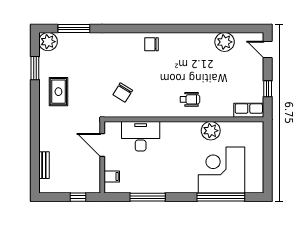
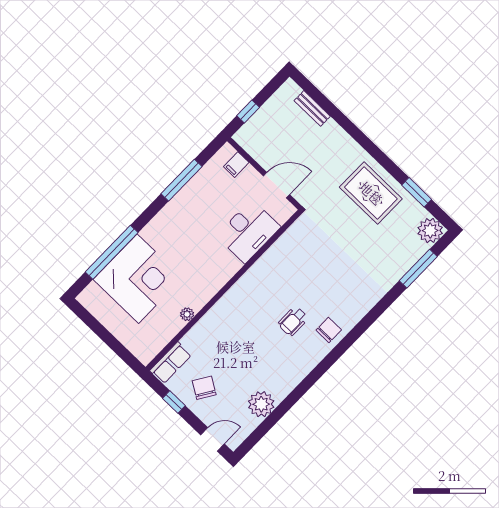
rug: (58, 92) -> (371, 193), width x1.36, depth x1.43
chair: (123, 93) -> (204, 388), moved
wheelchair: (190, 99) -> (293, 321), moved
plant: (211, 131) -> (187, 314), width x0.53, depth x0.53

